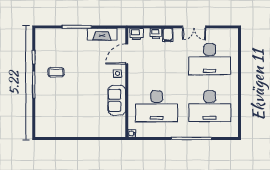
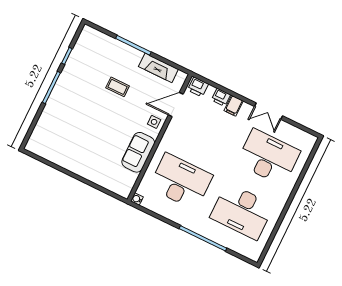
desk: (210, 59) -> (268, 157), turned 180
coffee table: (56, 72) -> (118, 87), moved
desk: (157, 106) -> (181, 181), turned 180

